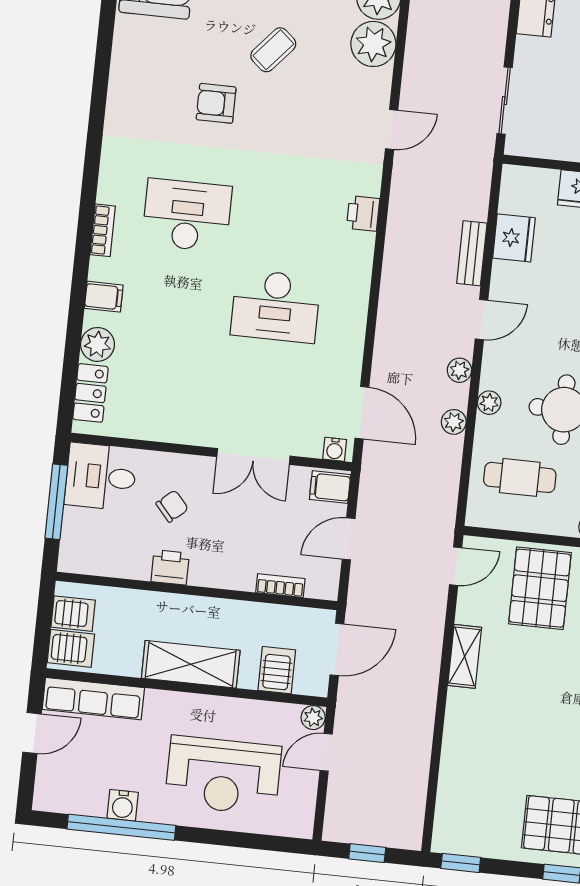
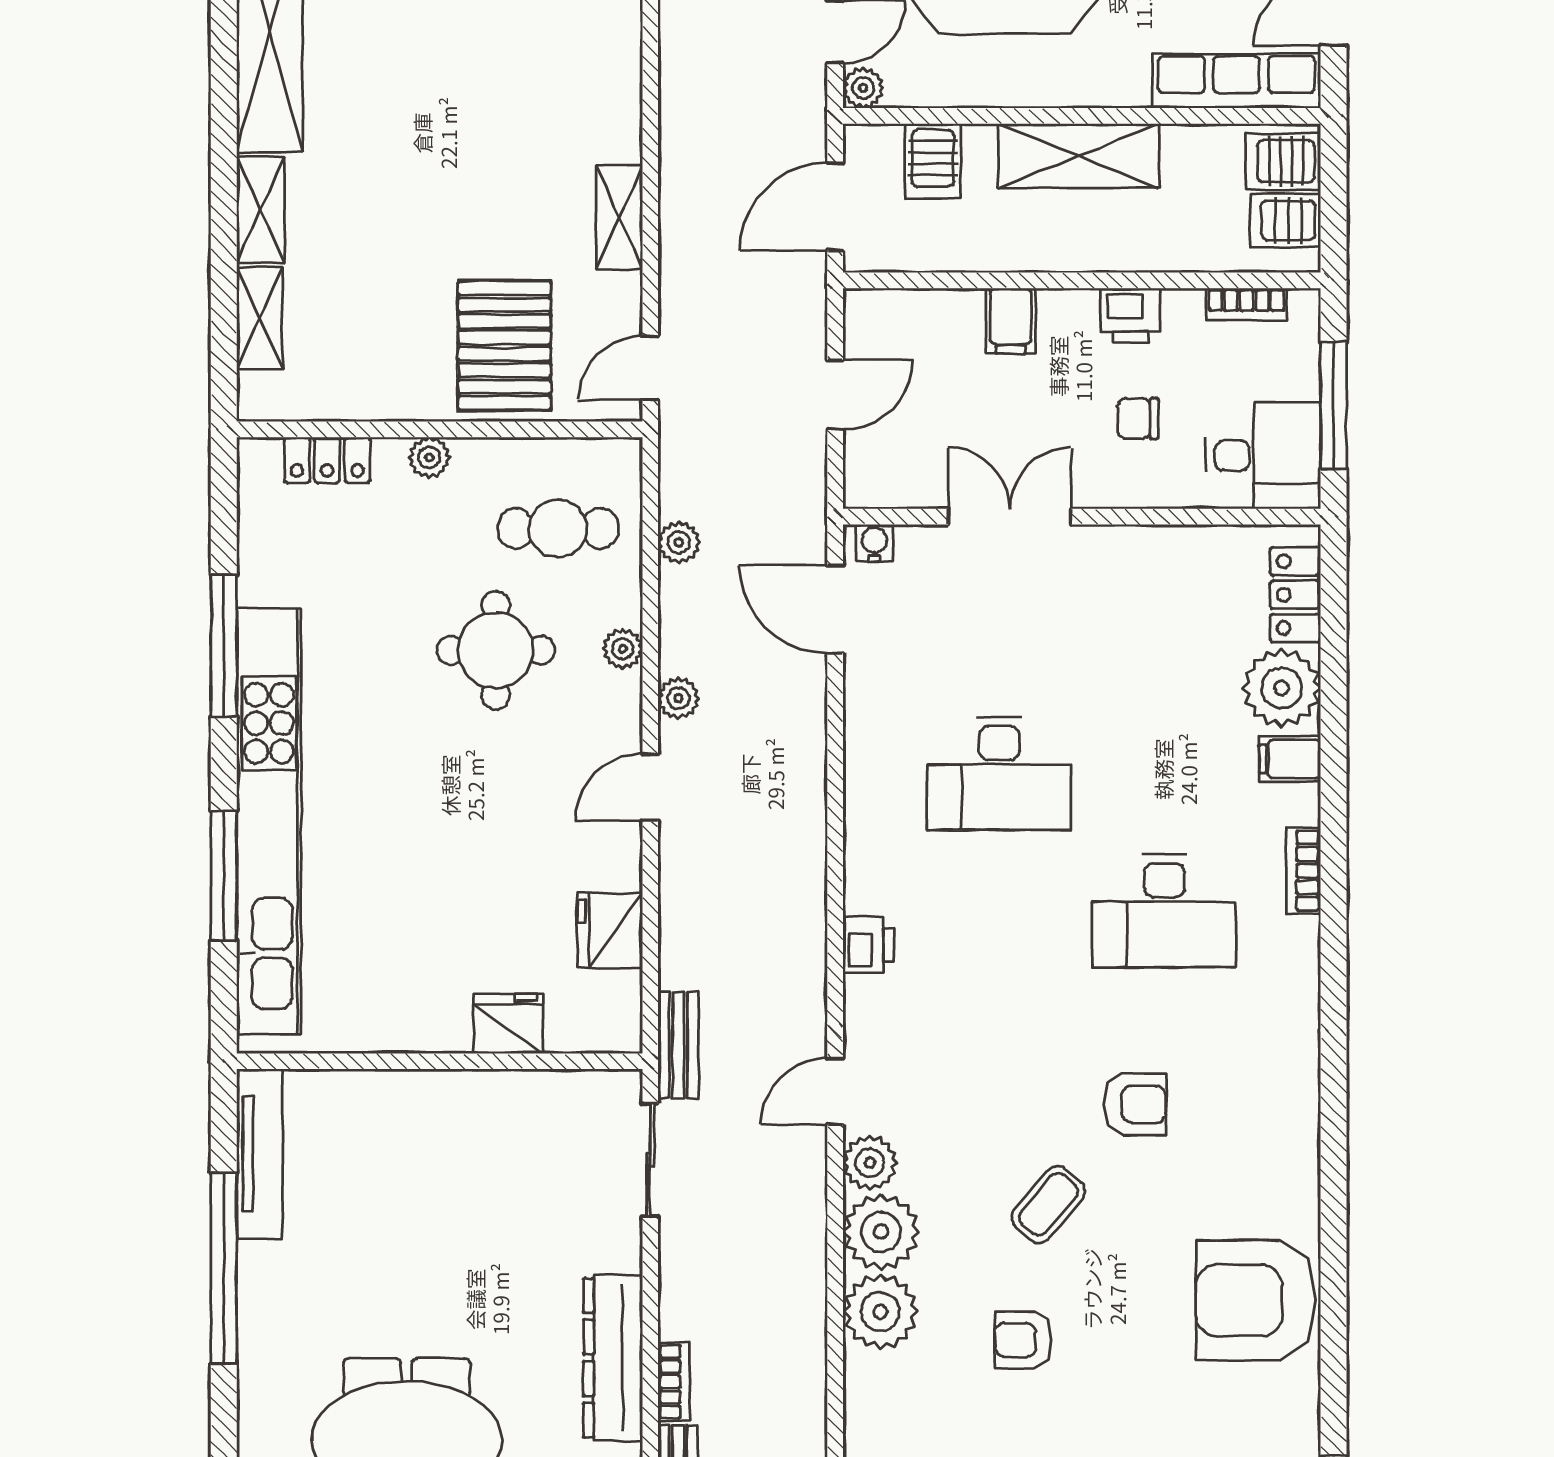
plant: (376, 85) -> (870, 1163), added
bench: (472, 253) -> (678, 1045), moved
desk: (276, 306) -> (999, 774), turned 180
plant: (97, 344) -> (1282, 688), width x1.36, depth x1.36
plant: (454, 422) -> (679, 542), moved
filing cabinet: (330, 487) -> (1011, 321), moved, turned 90
chair: (172, 506) -> (1138, 419), turned 41
bookcase: (280, 586) -> (1247, 304), moved

